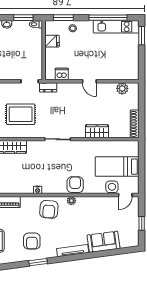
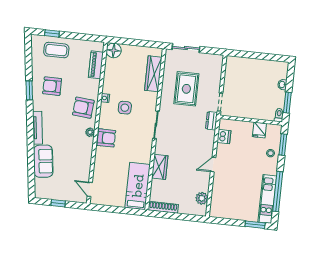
bed: (117, 167) -> (138, 186), moved
side table: (112, 187) -> (125, 108), moved

